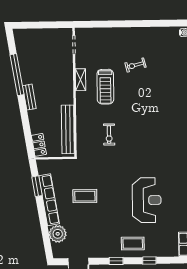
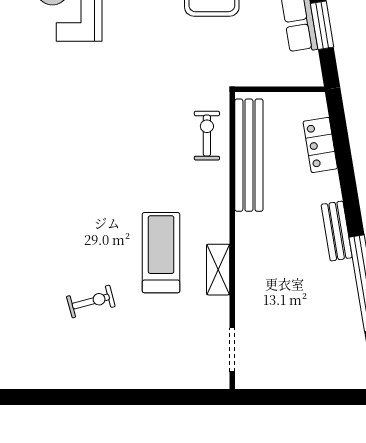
exercise bike: (109, 134) -> (207, 136), moved
locker: (39, 145) -> (320, 145), moved

